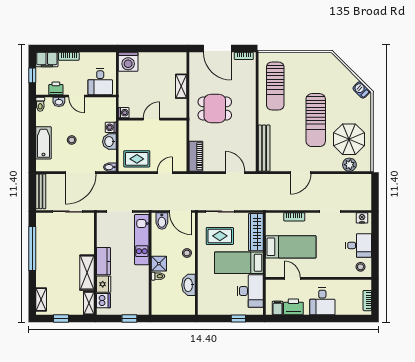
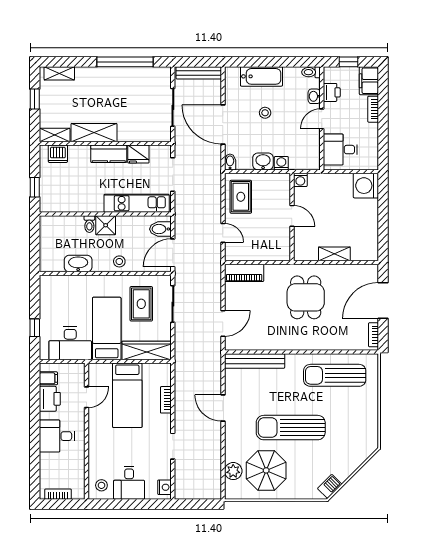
fridge: (104, 284) -> (138, 154), moved

